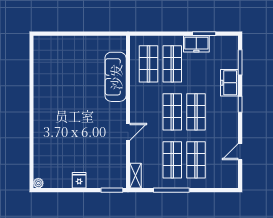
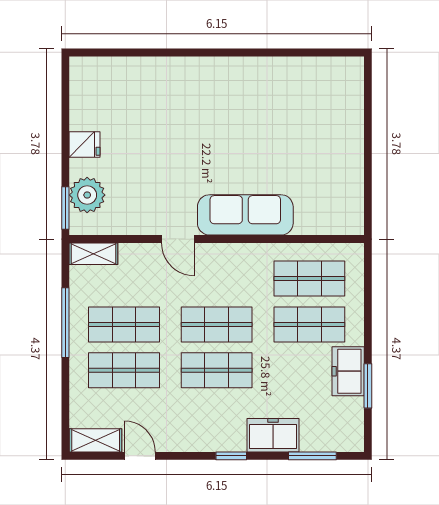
sofa: (116, 77) -> (245, 215), moved
shelving: (232, 175) -> (96, 440), added
plant: (38, 183) -> (87, 195), moved, width x1.88, depth x1.88

